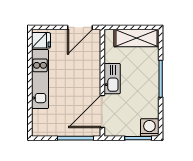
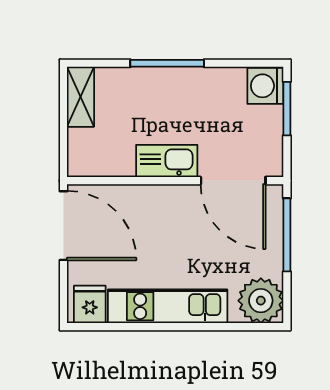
door: (80, 27) -> (64, 226), width x1.36
shelving: (137, 38) -> (81, 97), width x0.67, depth x0.75
plant: (43, 125) -> (261, 301), added

